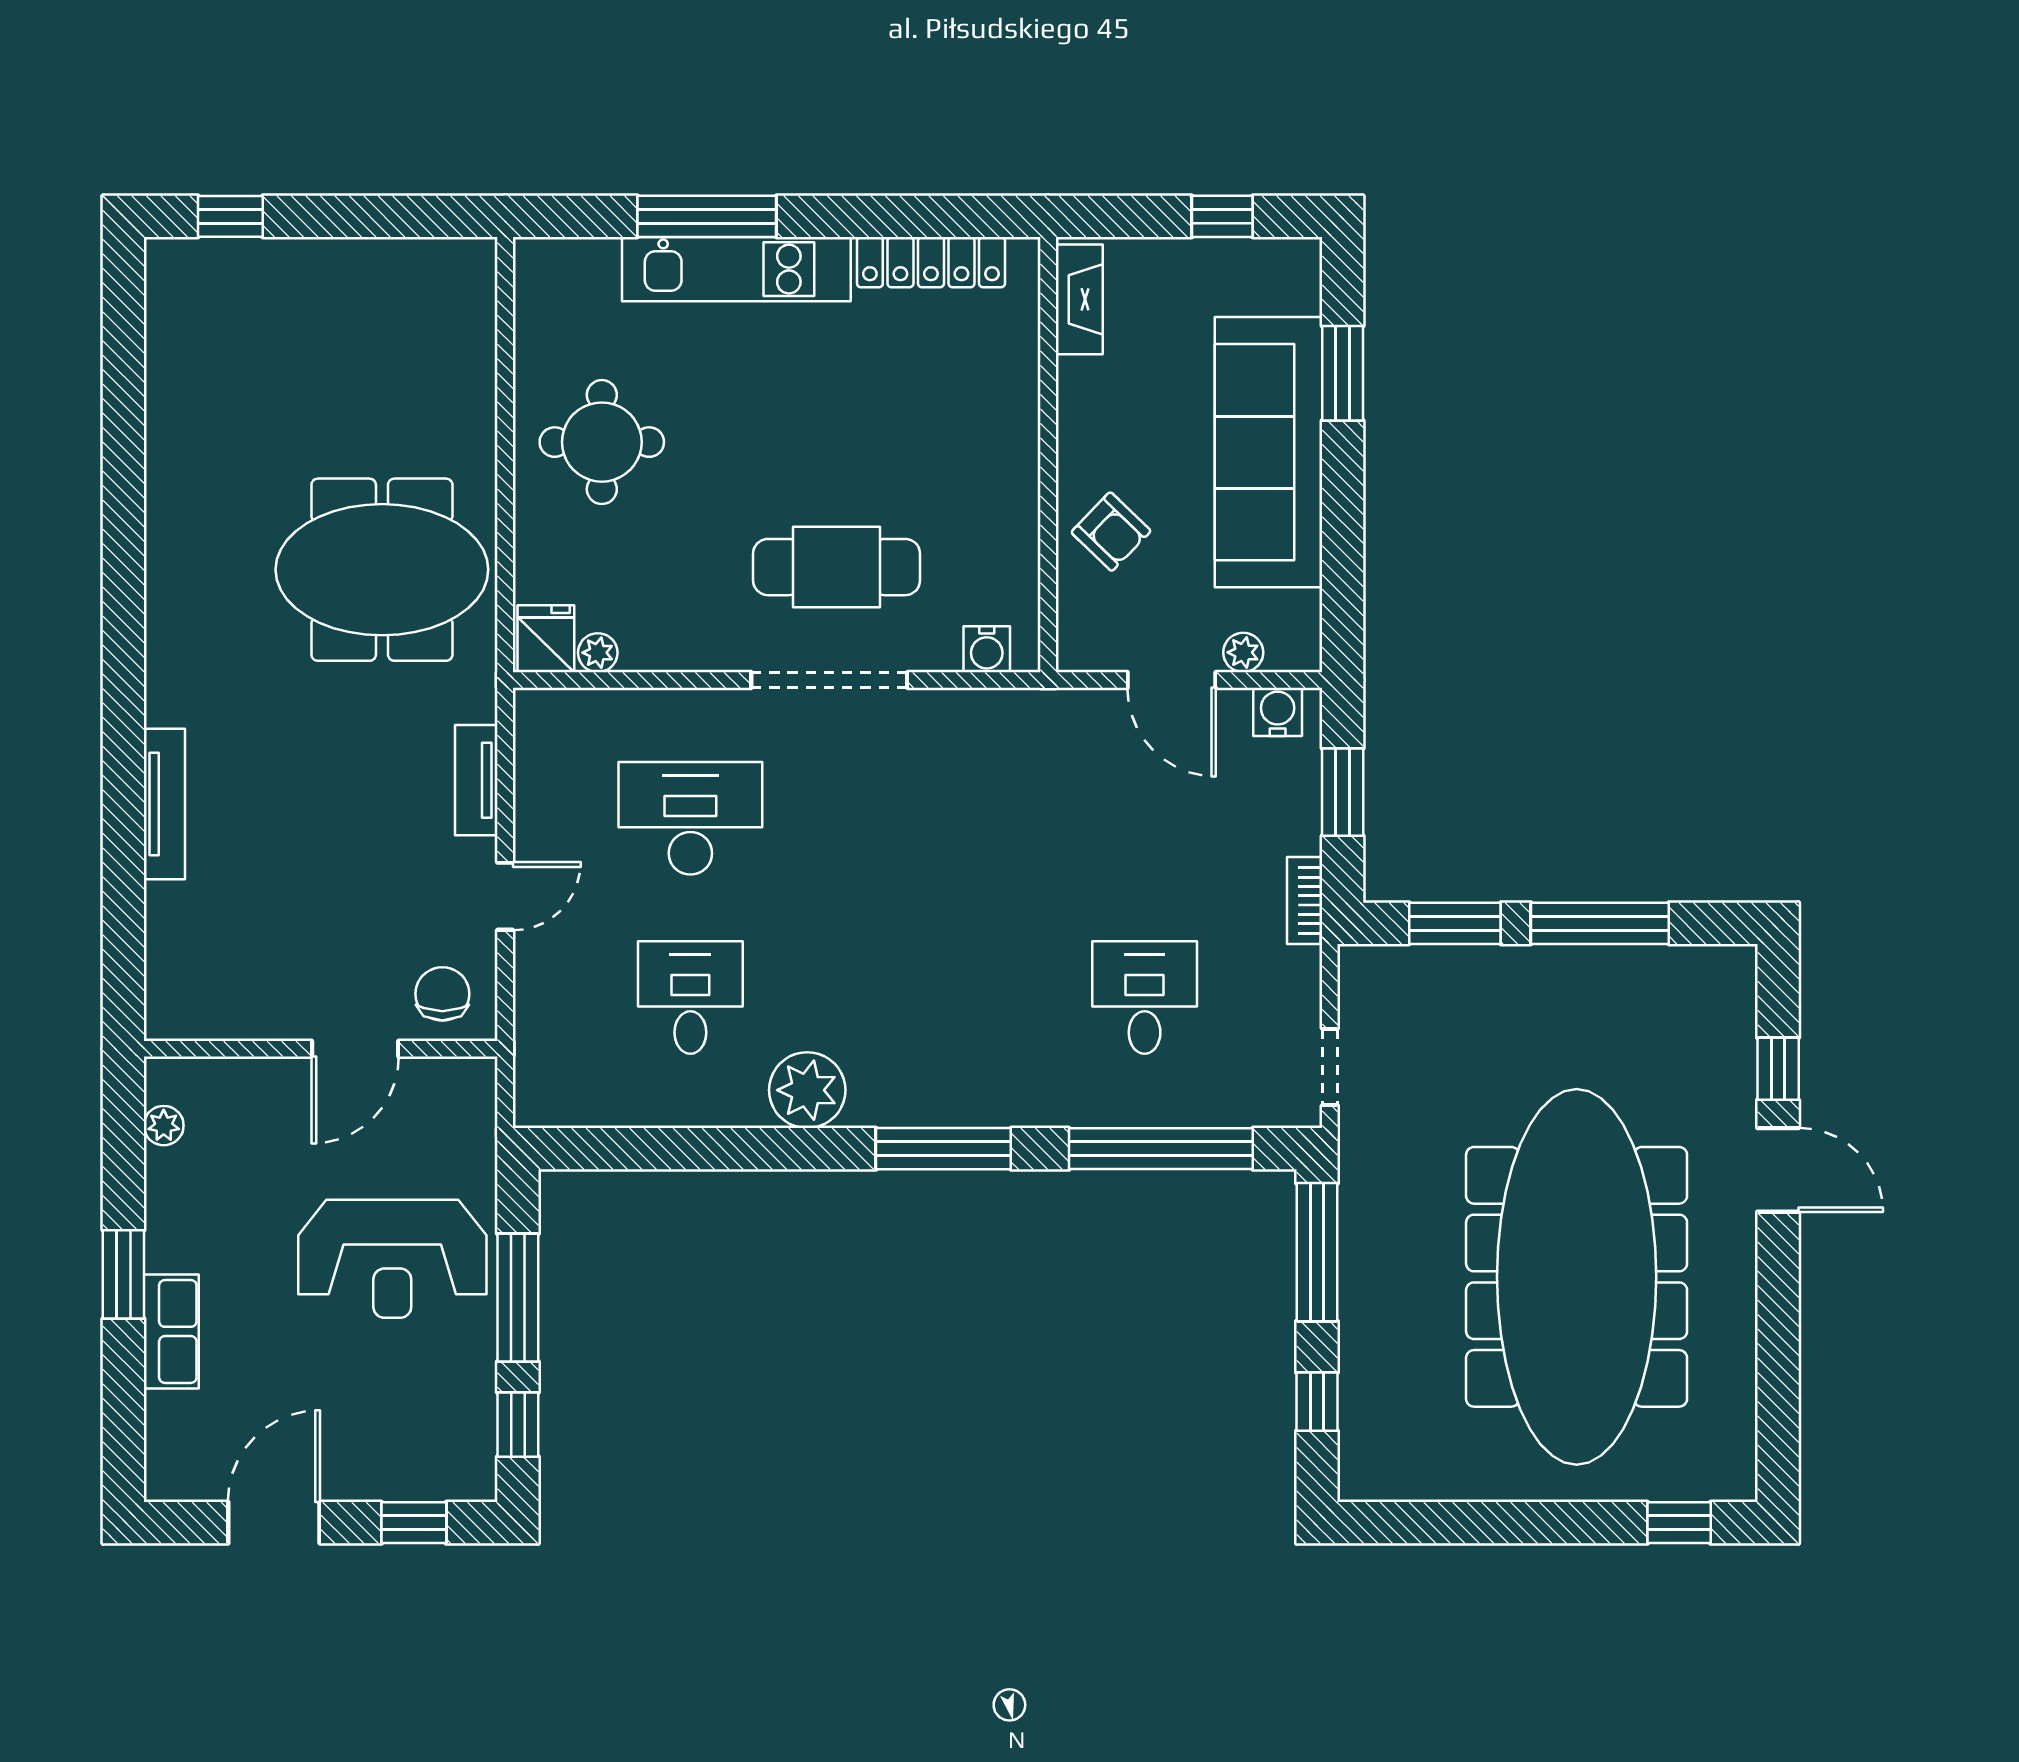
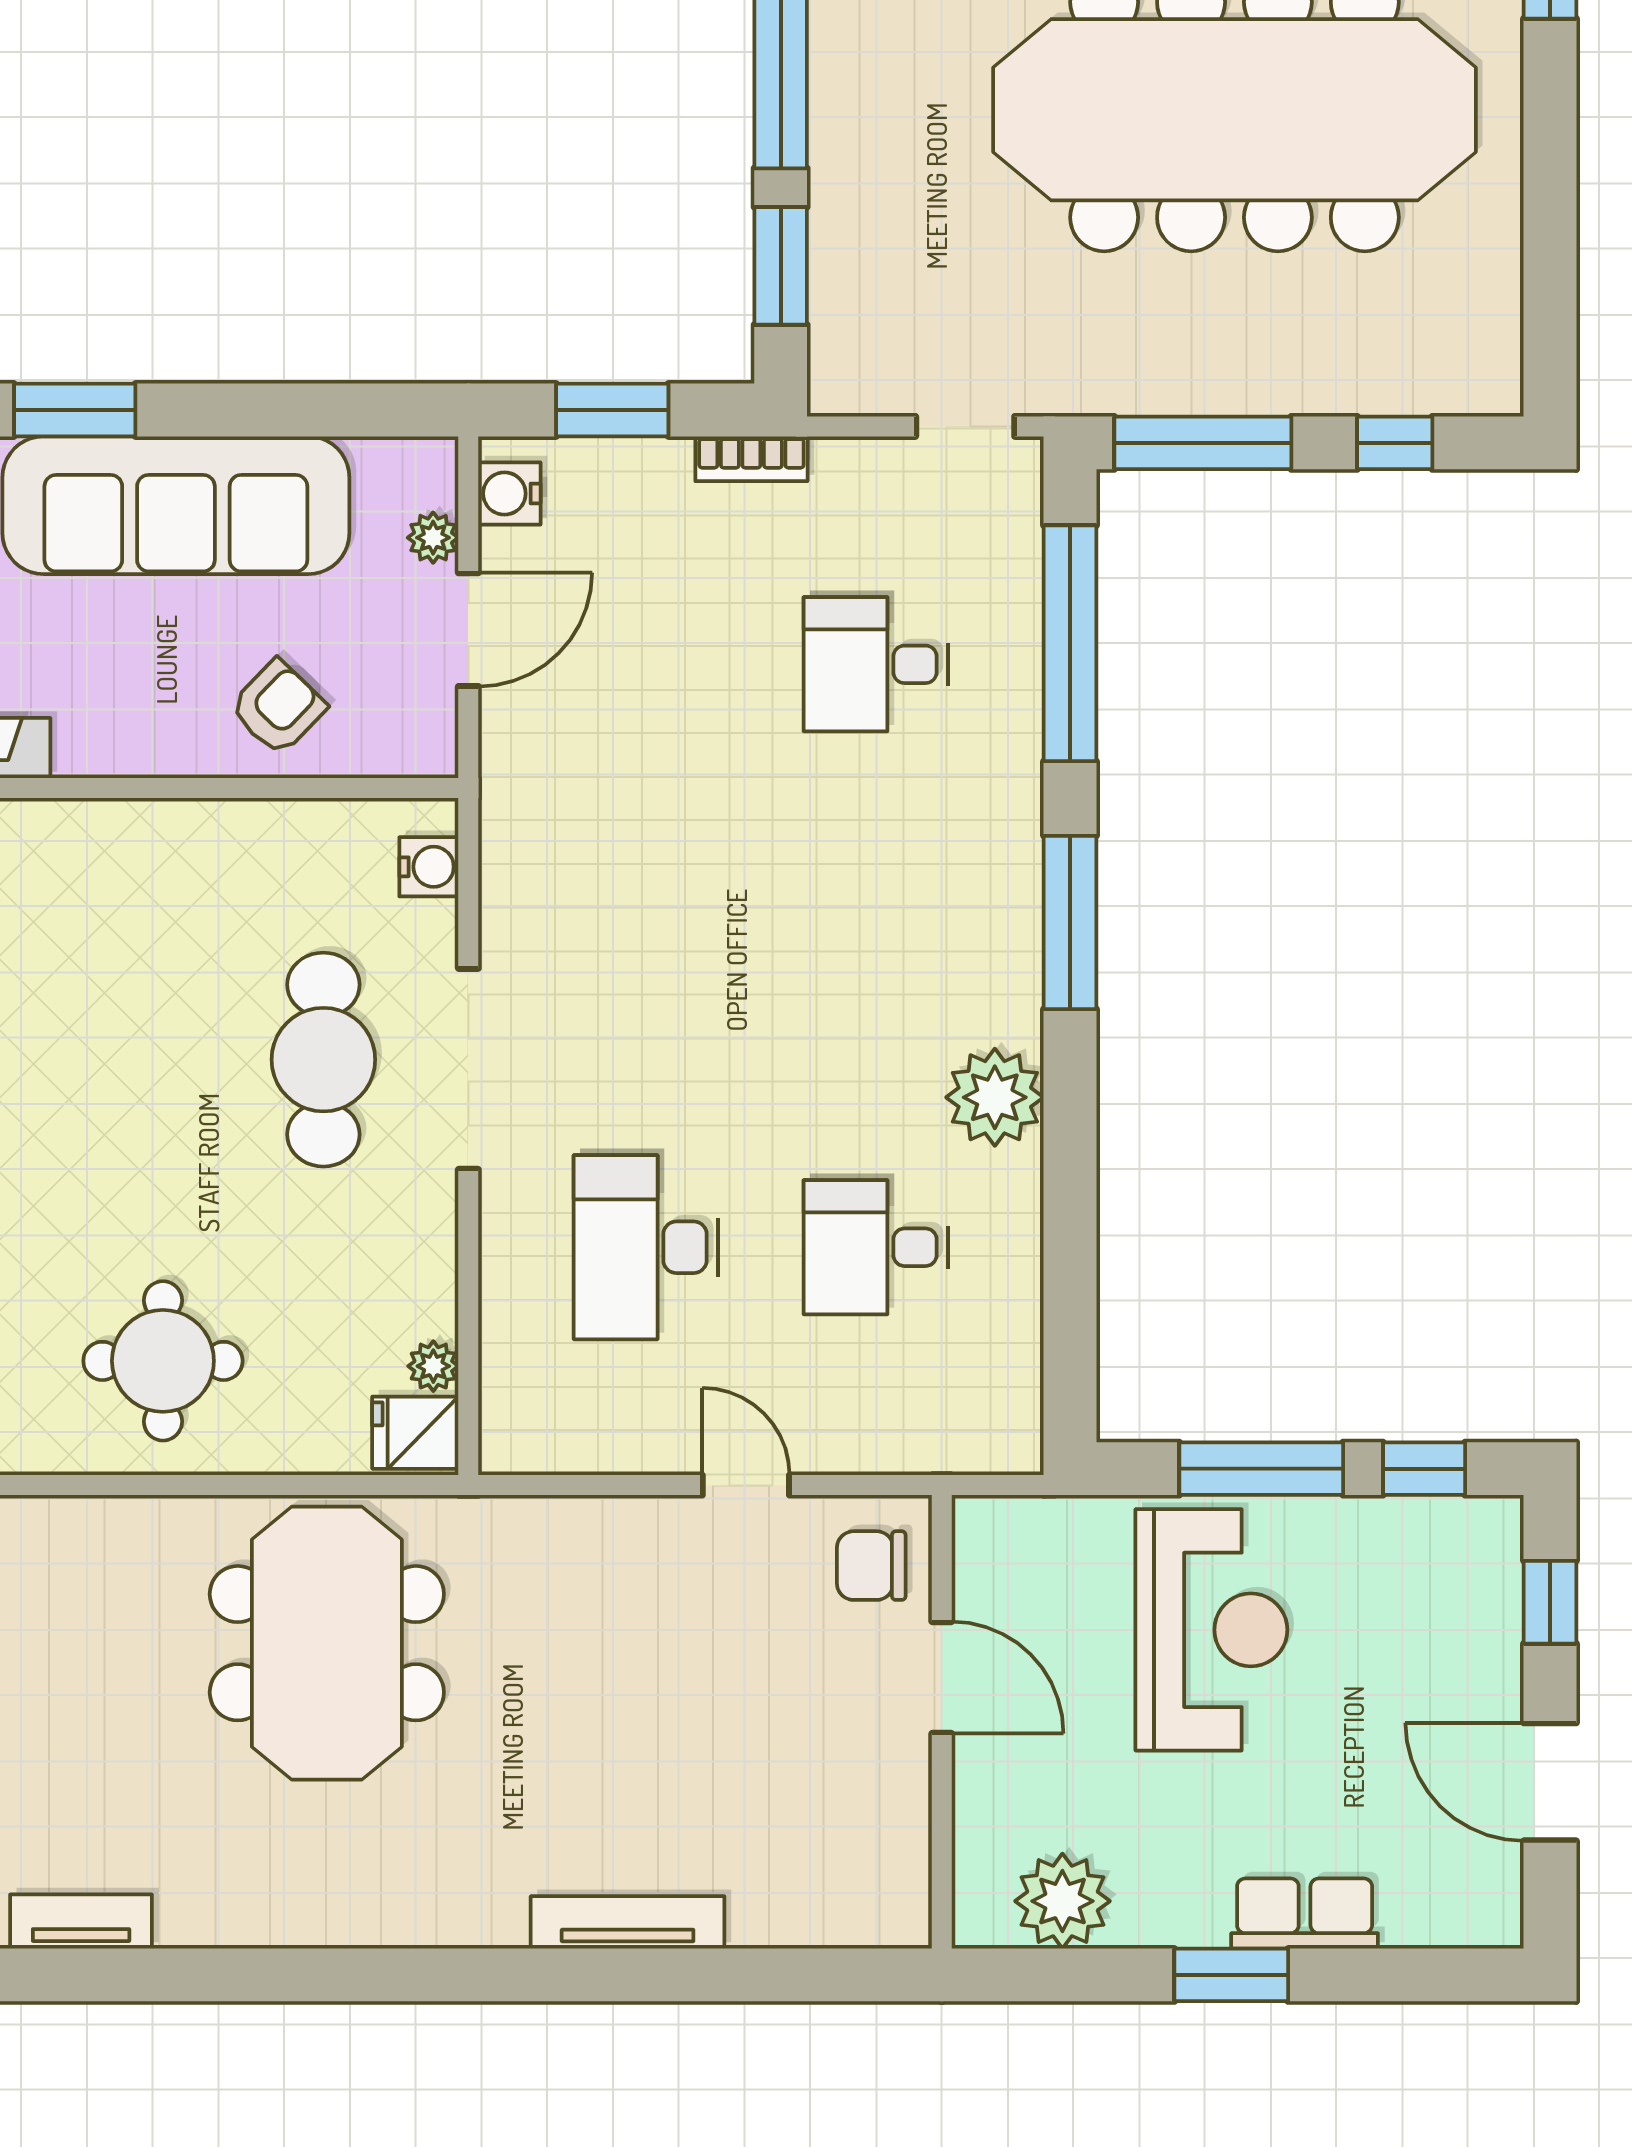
tv unit: (476, 780) -> (81, 1922), moved, turned 180
plant: (164, 1126) -> (1062, 1901), width x1.87, depth x1.87

